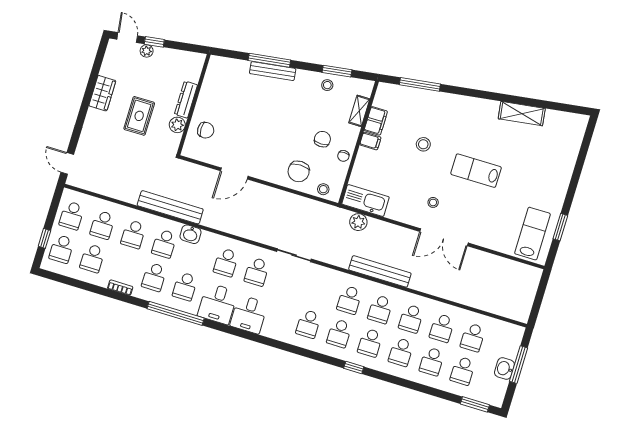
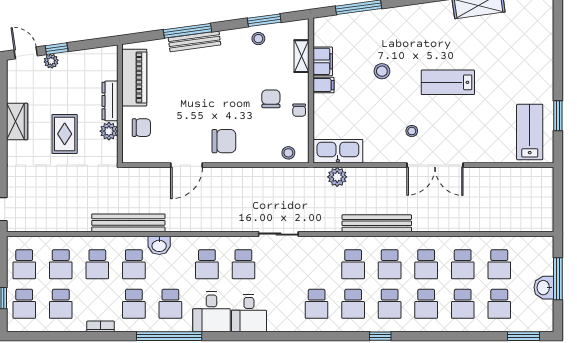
piano: (213, 86) -> (134, 78), added
chair: (299, 171) -> (224, 141), moved, turned -90

